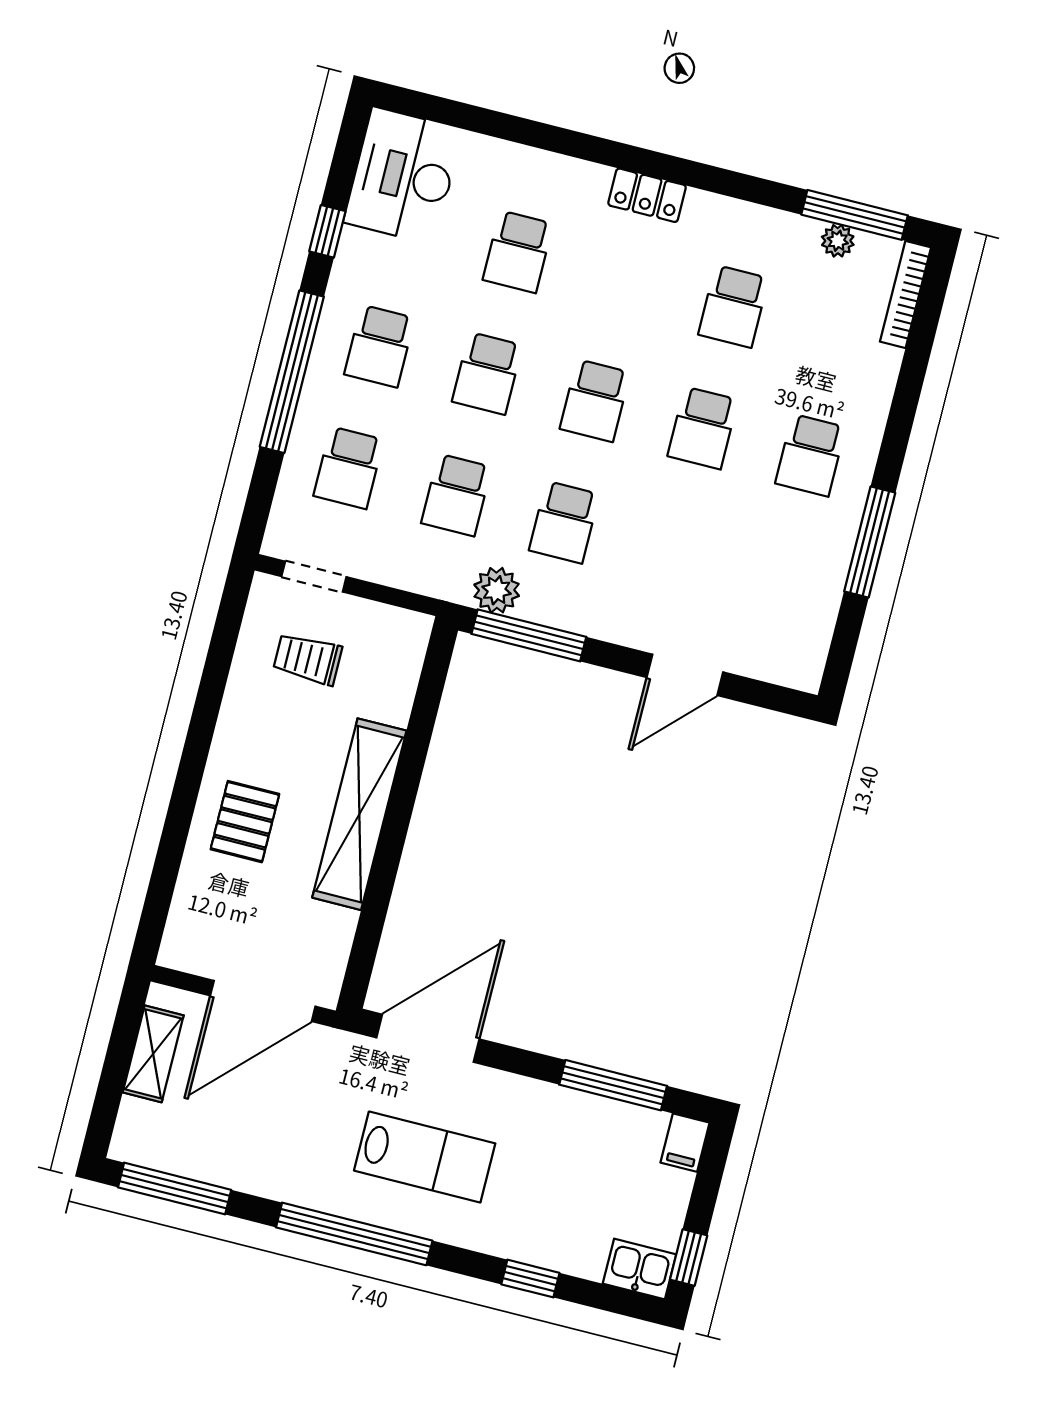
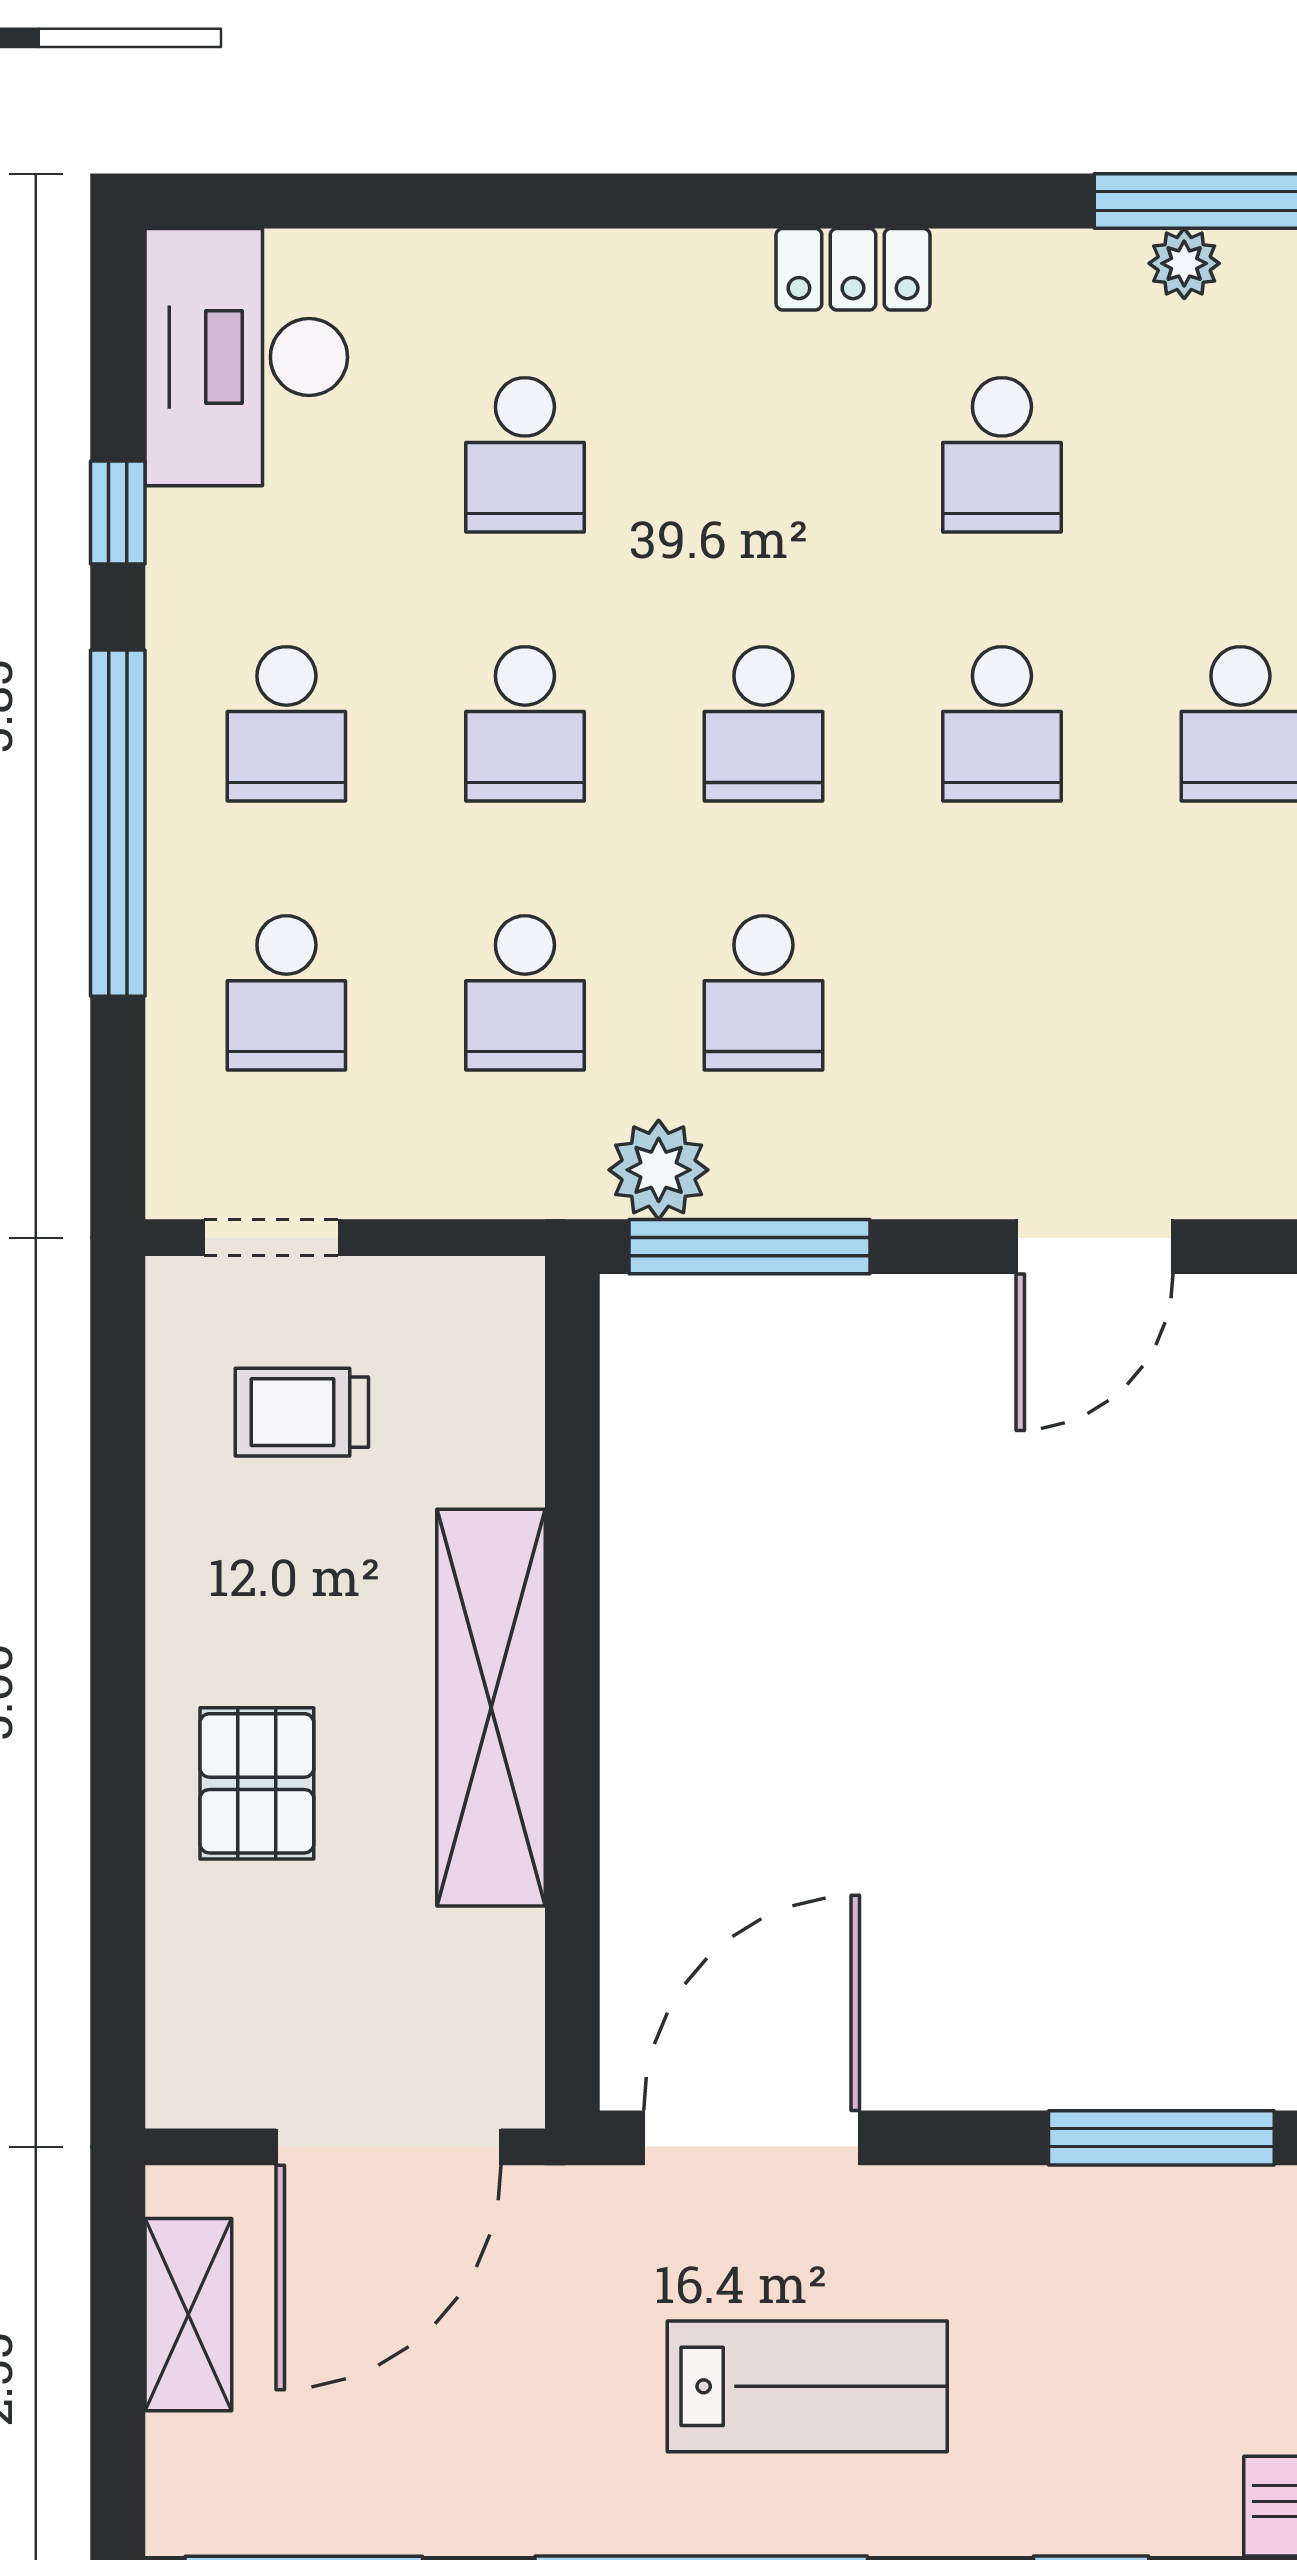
locker: (647, 195) -> (853, 269), moved

